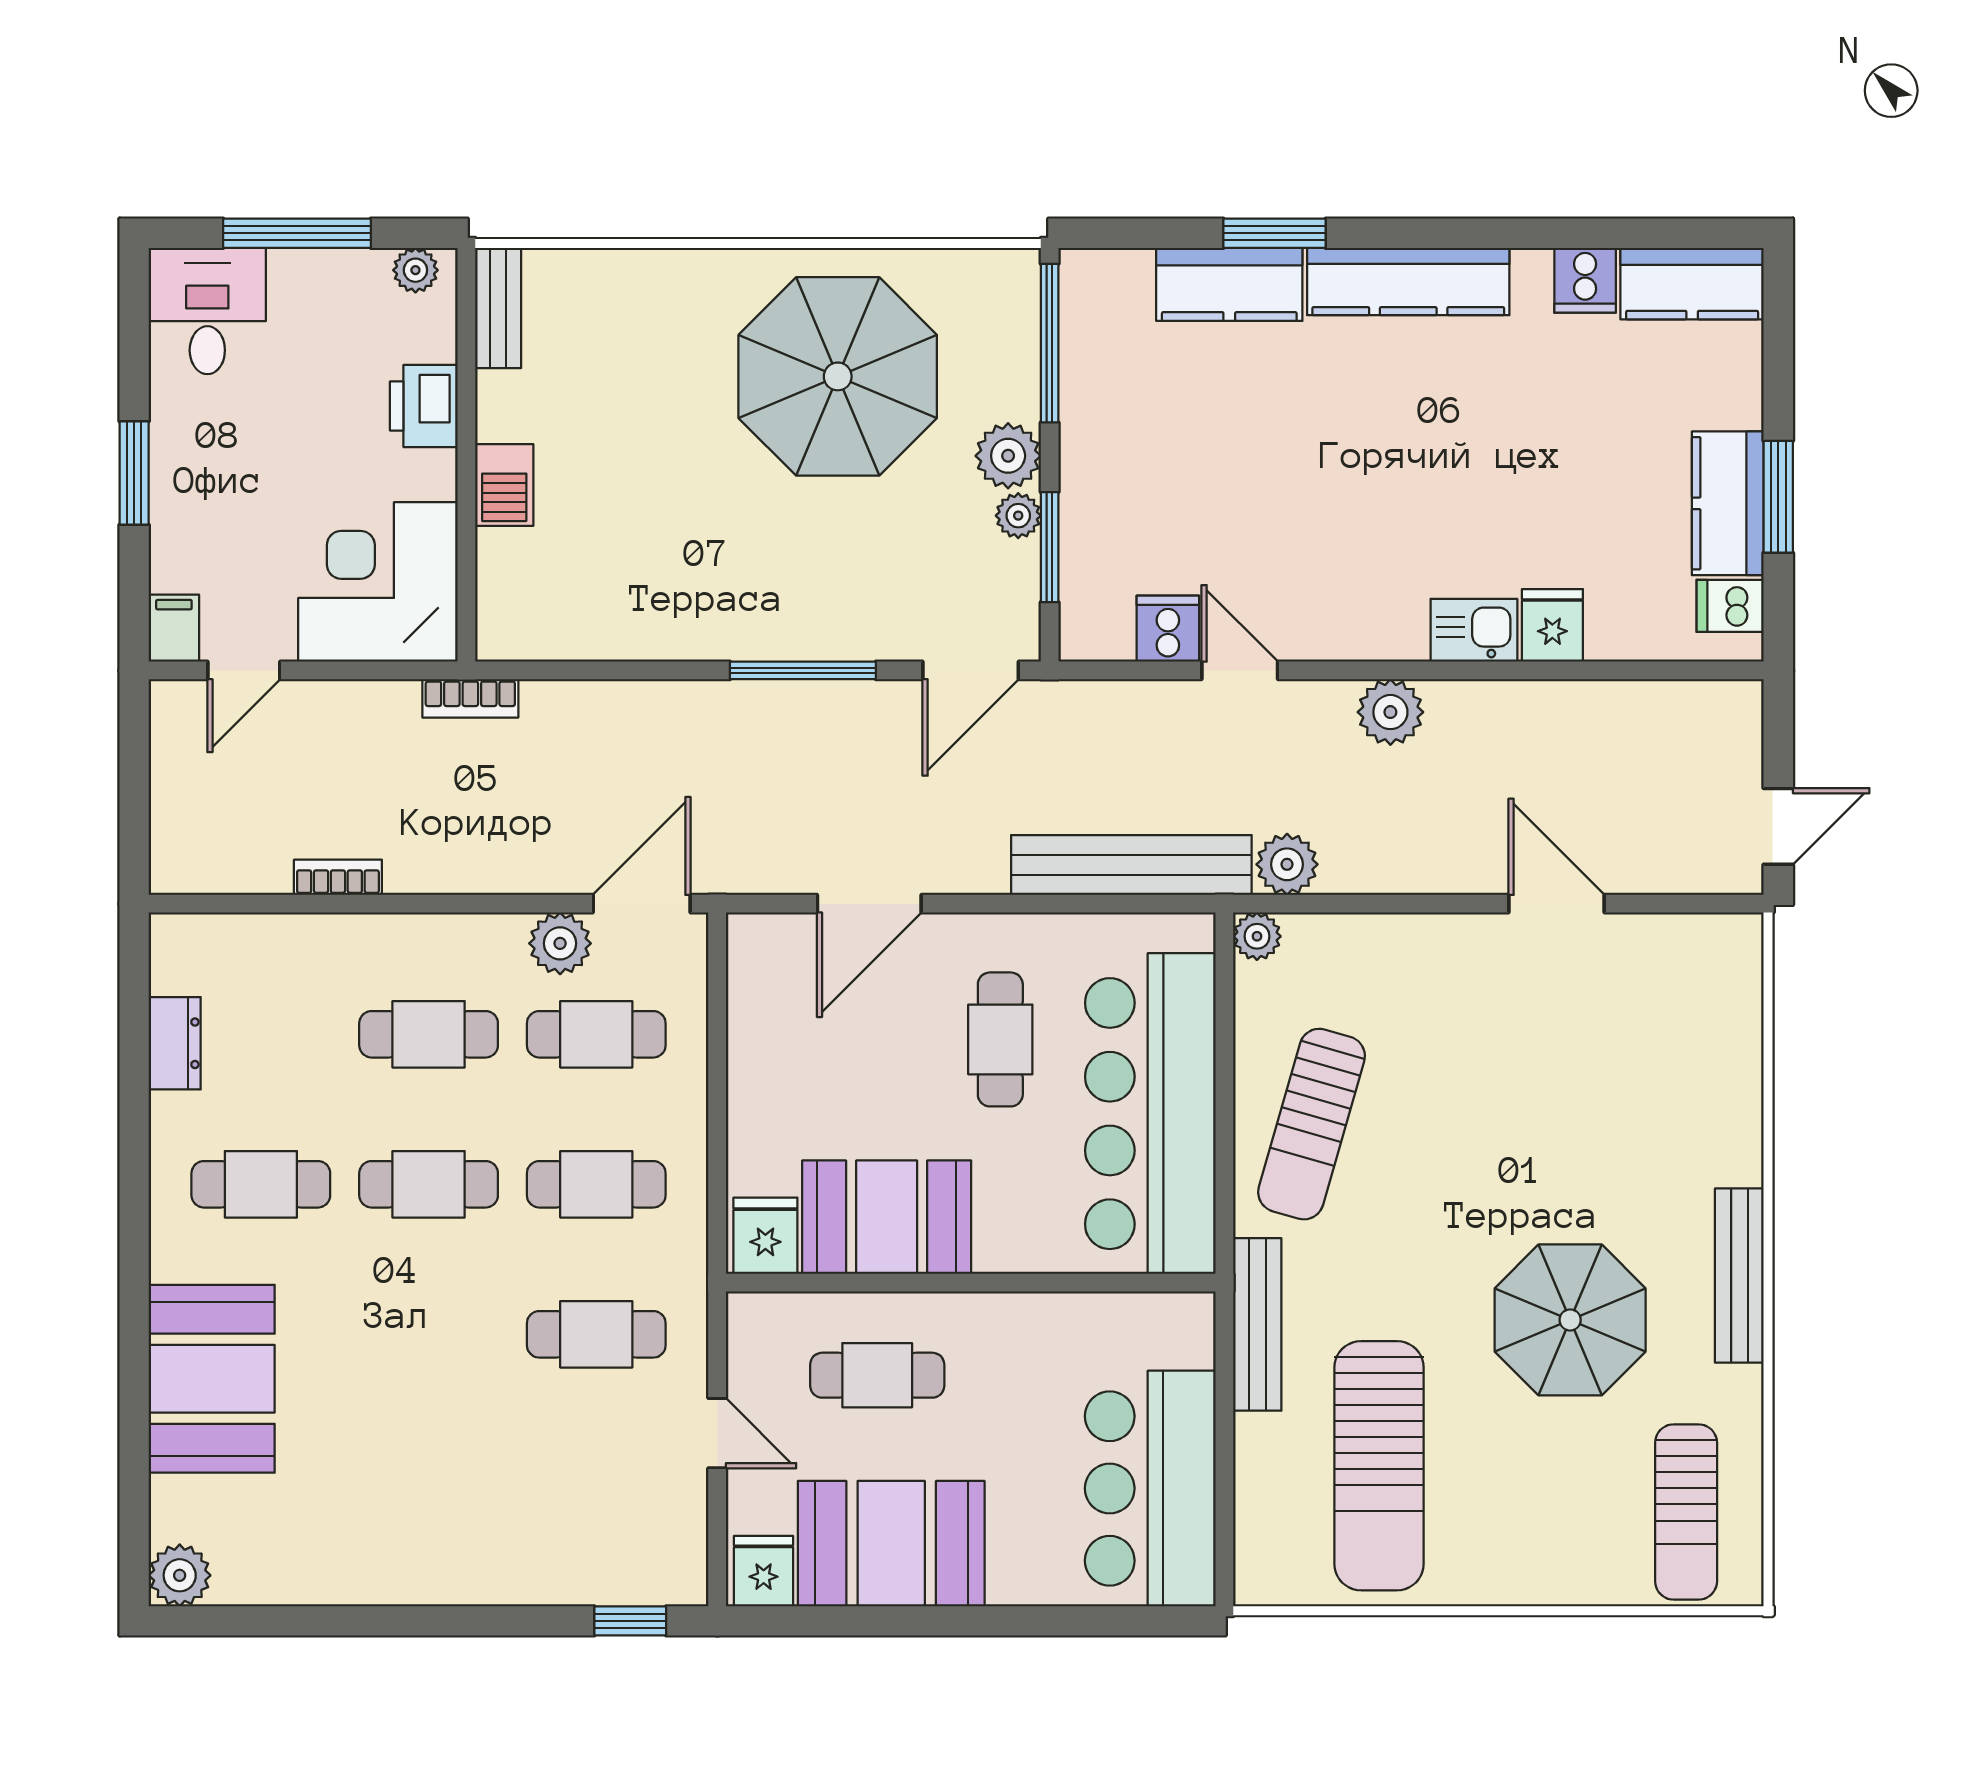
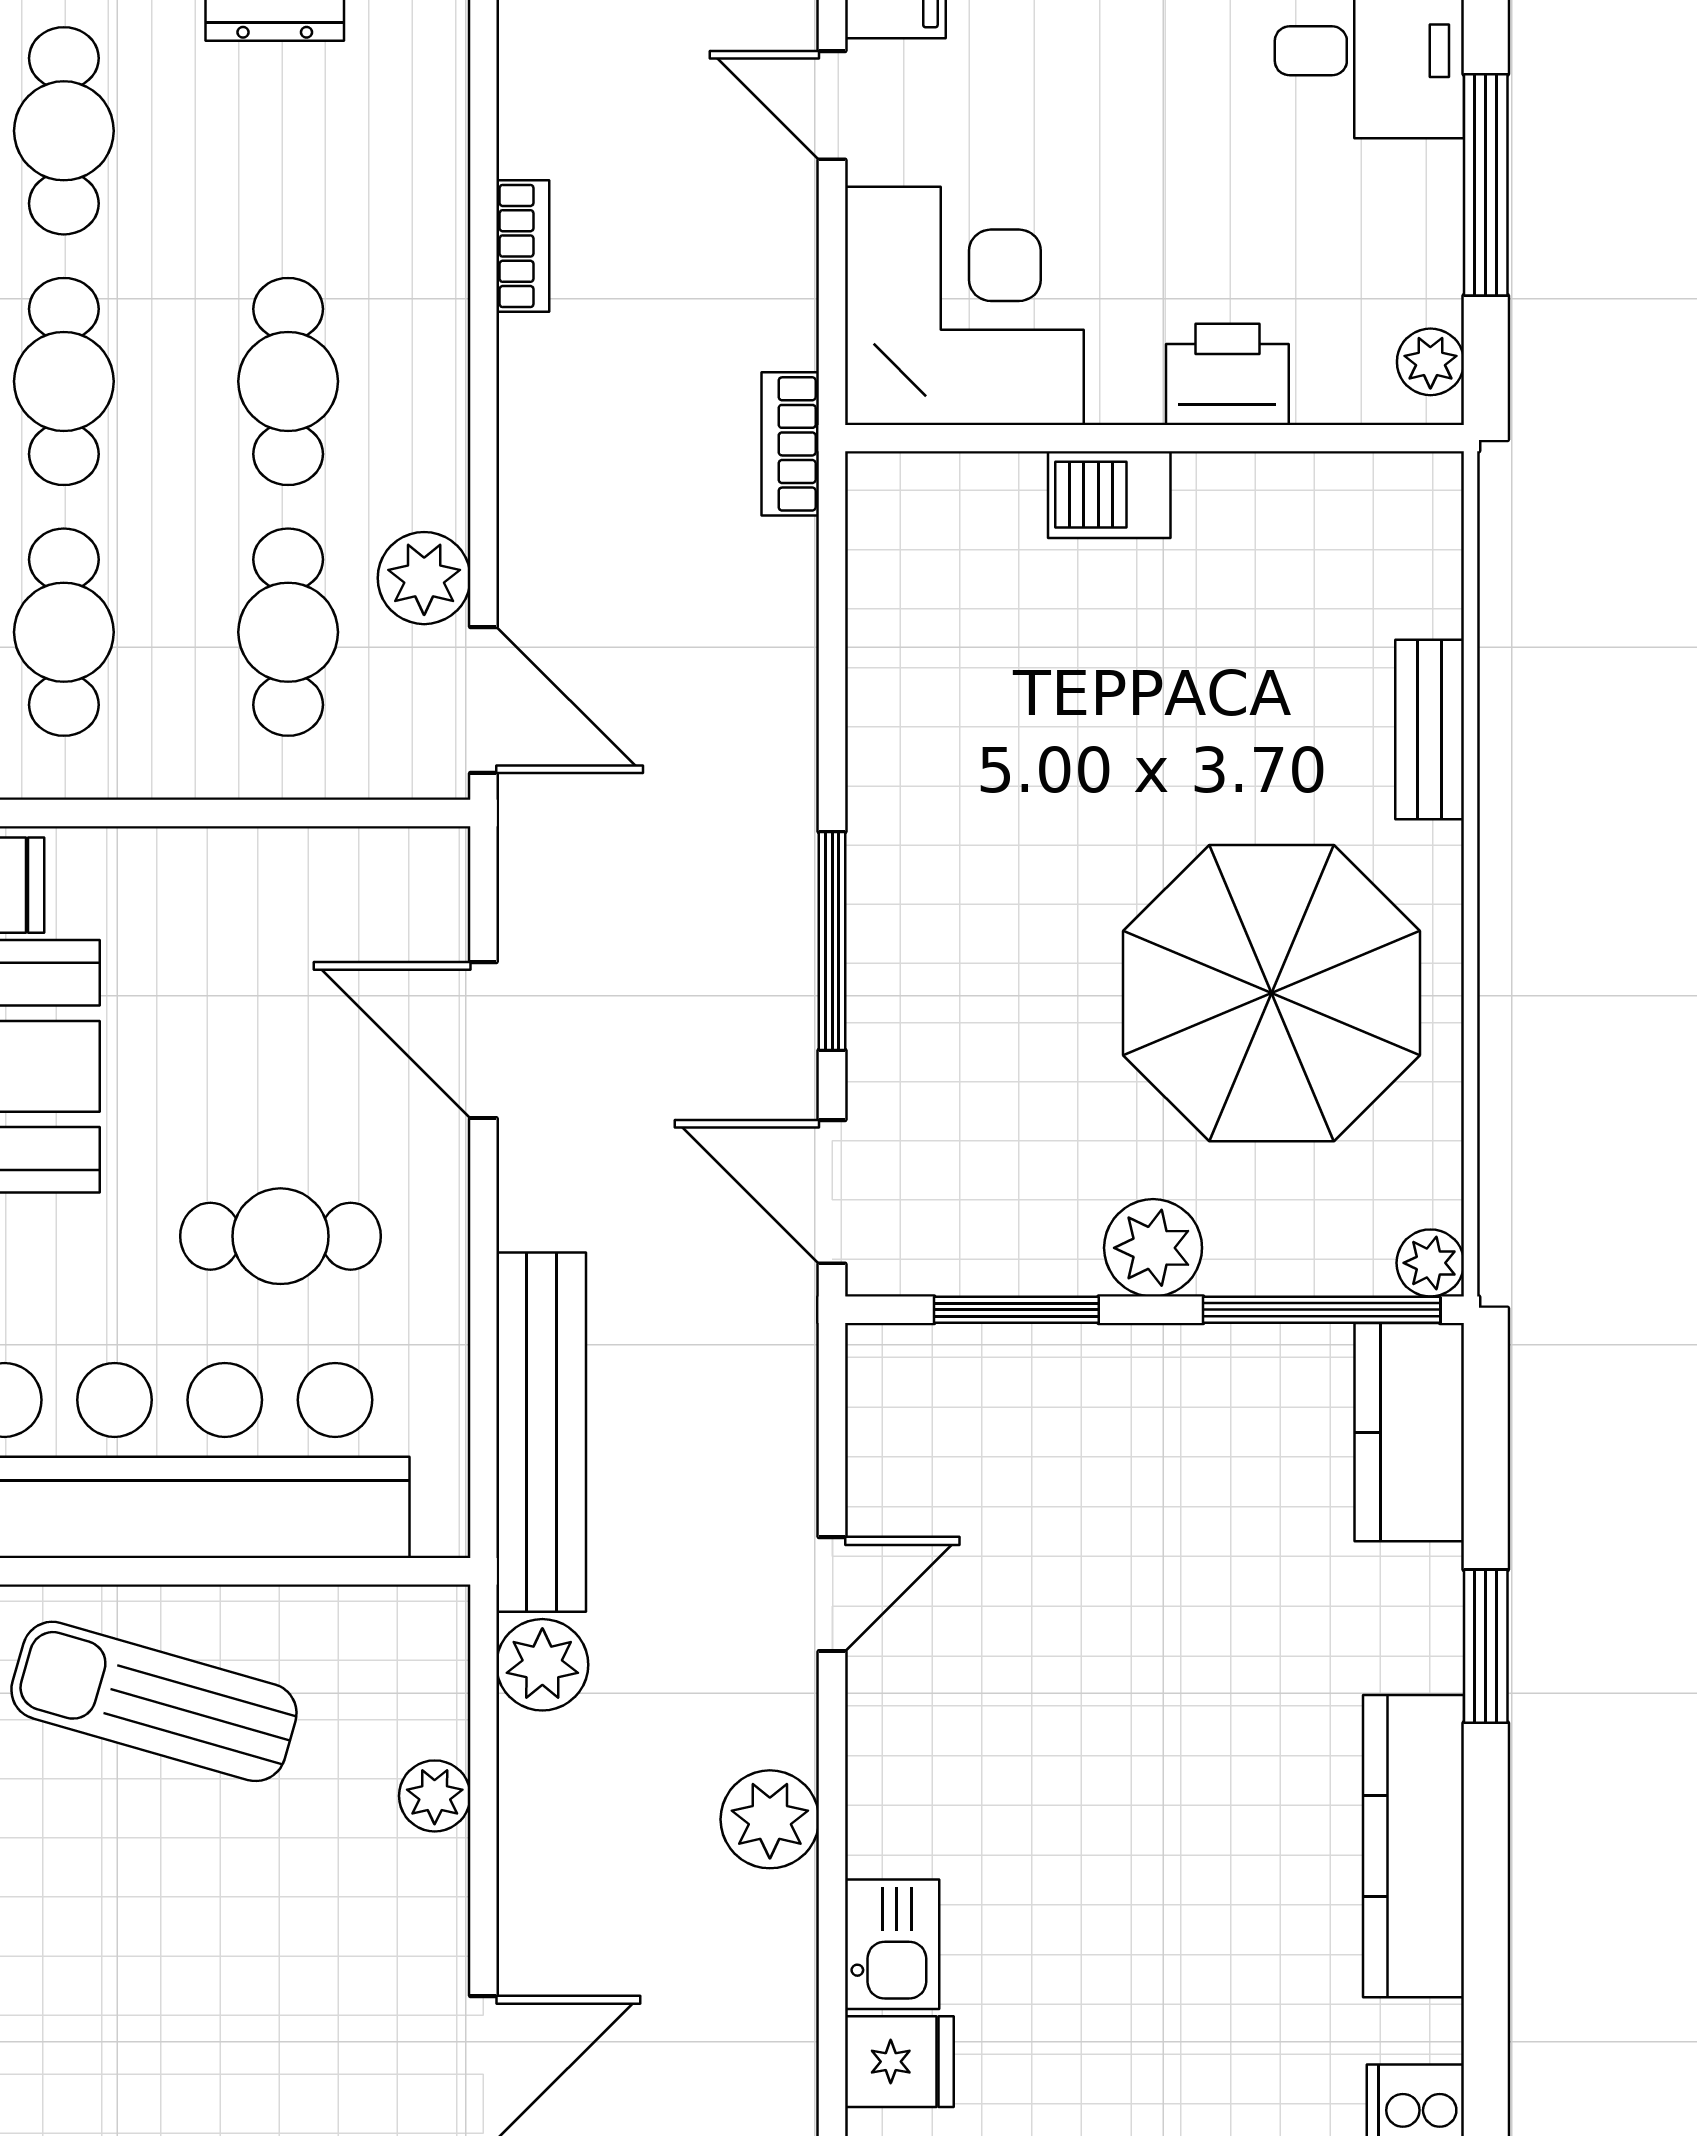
kitchen counter: (1229, 284) -> (1409, 1432), moved
bench: (498, 308) -> (1430, 730), moved, turned 90
plant: (1018, 516) -> (1430, 1263), moved
cooker: (1168, 629) -> (894, 1487), removed
plant: (1257, 936) -> (435, 1796), moved

